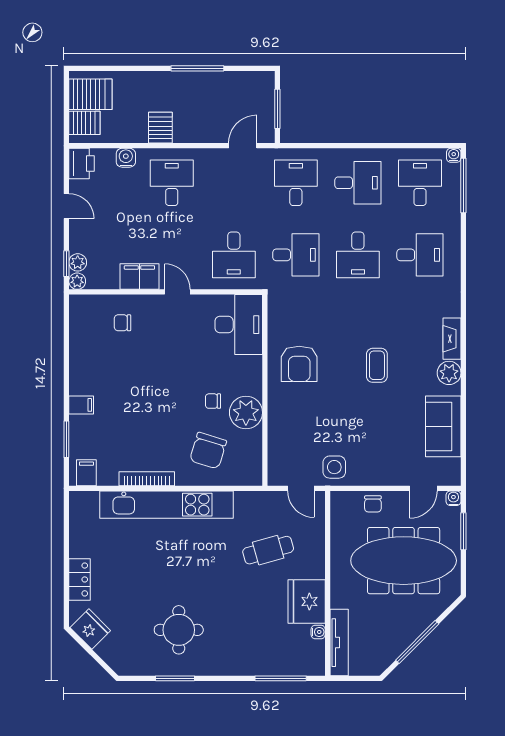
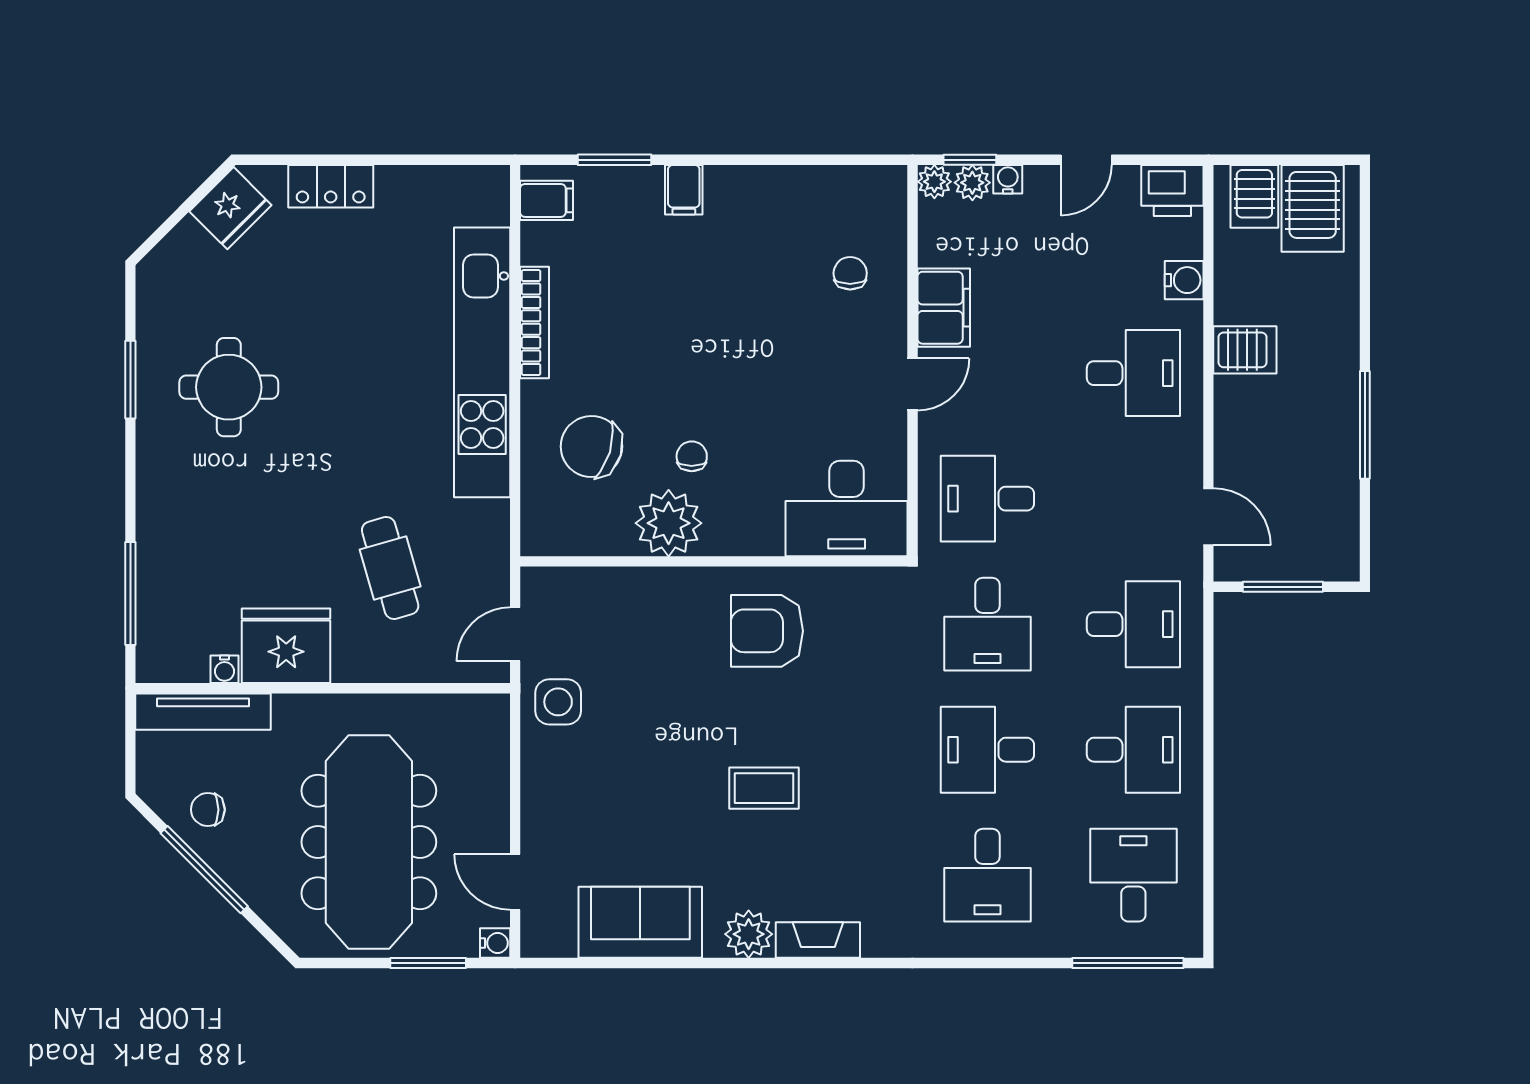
water cooler: (454, 155) -> (1008, 179), moved, turned -90
desk: (358, 183) -> (1133, 750), turned -90
desk: (420, 183) -> (1133, 875), turned -90
chair: (373, 504) -> (208, 810), moved

